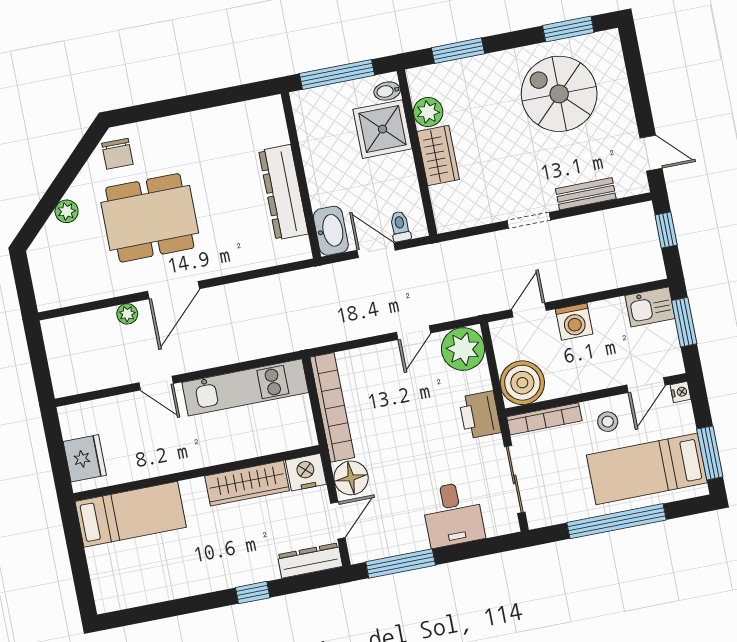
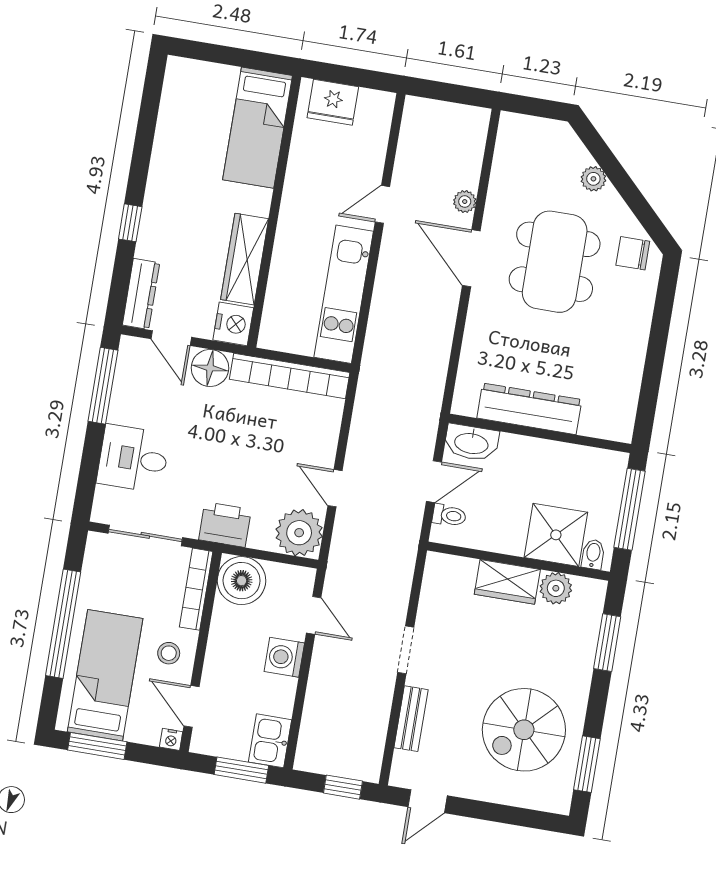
spiral stairs: (559, 94) -> (524, 730), turned 180

